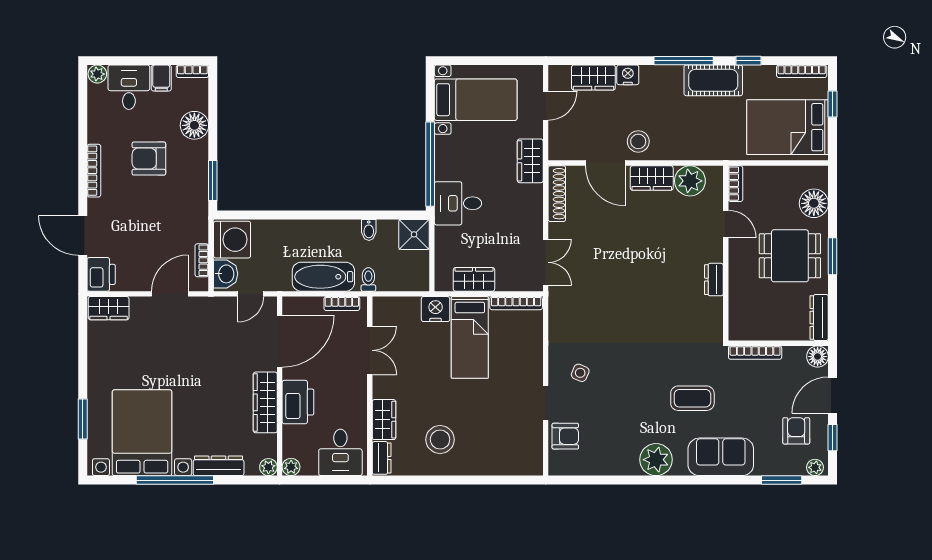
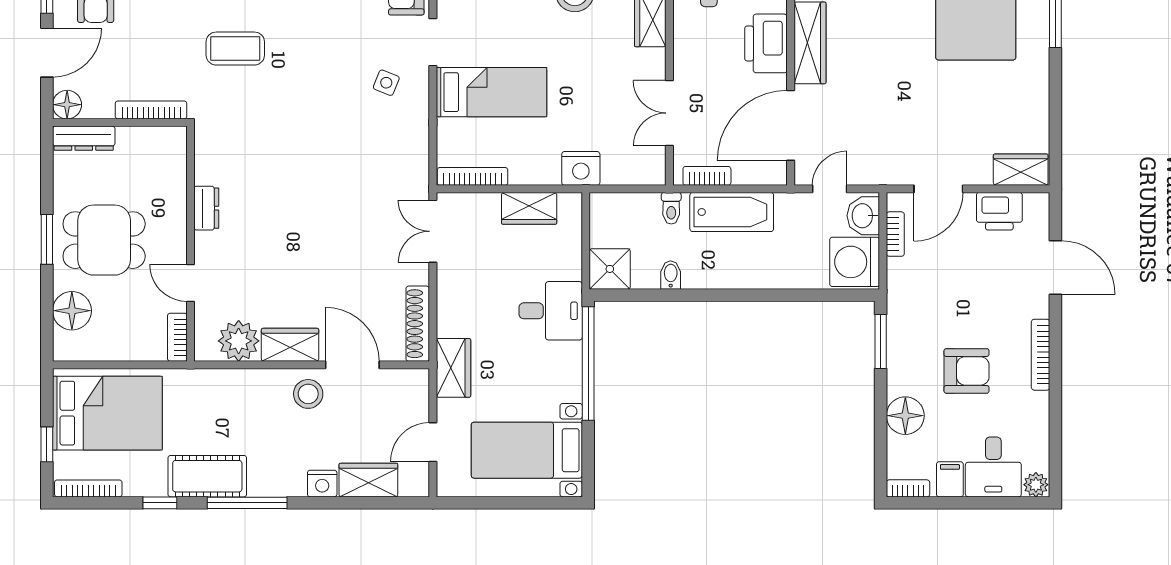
printer: (101, 274) -> (999, 211), moved, turned -90
dresser: (819, 317) -> (84, 138), moved, turned 90
bed: (470, 337) -> (491, 92), moved, turned 90

